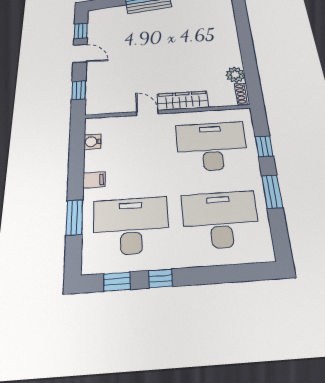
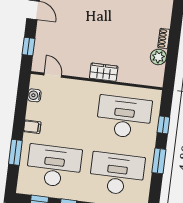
shoe rack: (242, 94) -> (164, 39), moved
wardrobe: (183, 101) -> (104, 72), width x0.67
door: (147, 113) -> (53, 75), moved

